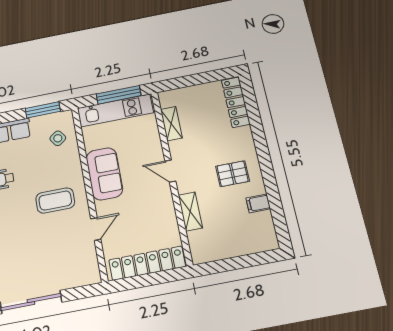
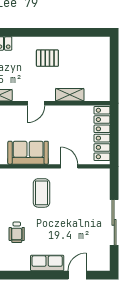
pallet: (233, 174) -> (47, 58), turned 90
filing cabinet: (258, 203) -> (74, 45), removed

